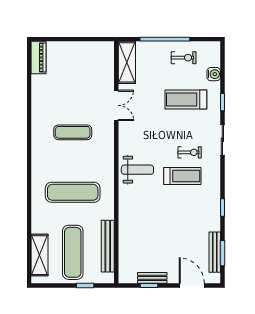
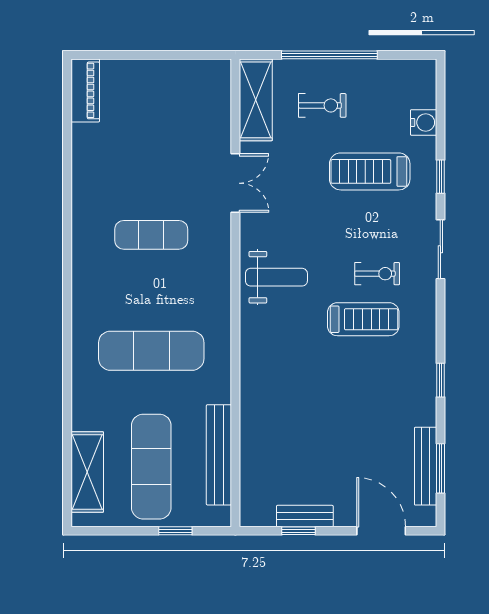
exercise bike: (184, 58) -> (322, 105), moved
weight bench: (137, 170) -> (276, 277), moved

